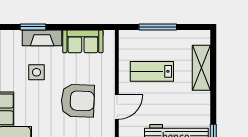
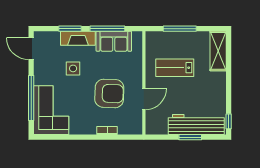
window: (76, 27) -> (107, 29), added
shelving: (201, 68) -> (218, 51), moved

